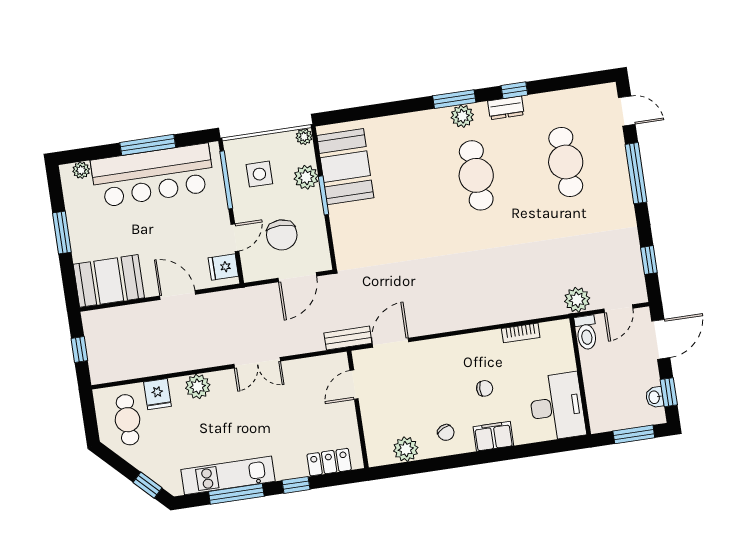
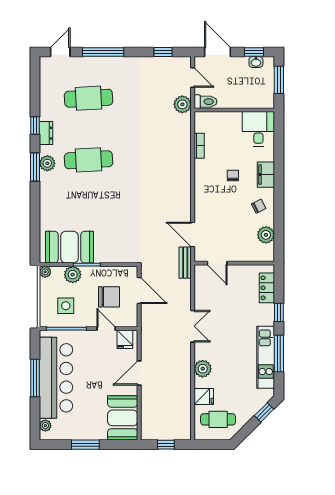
desk: (557, 407) -> (258, 129), width x0.73

